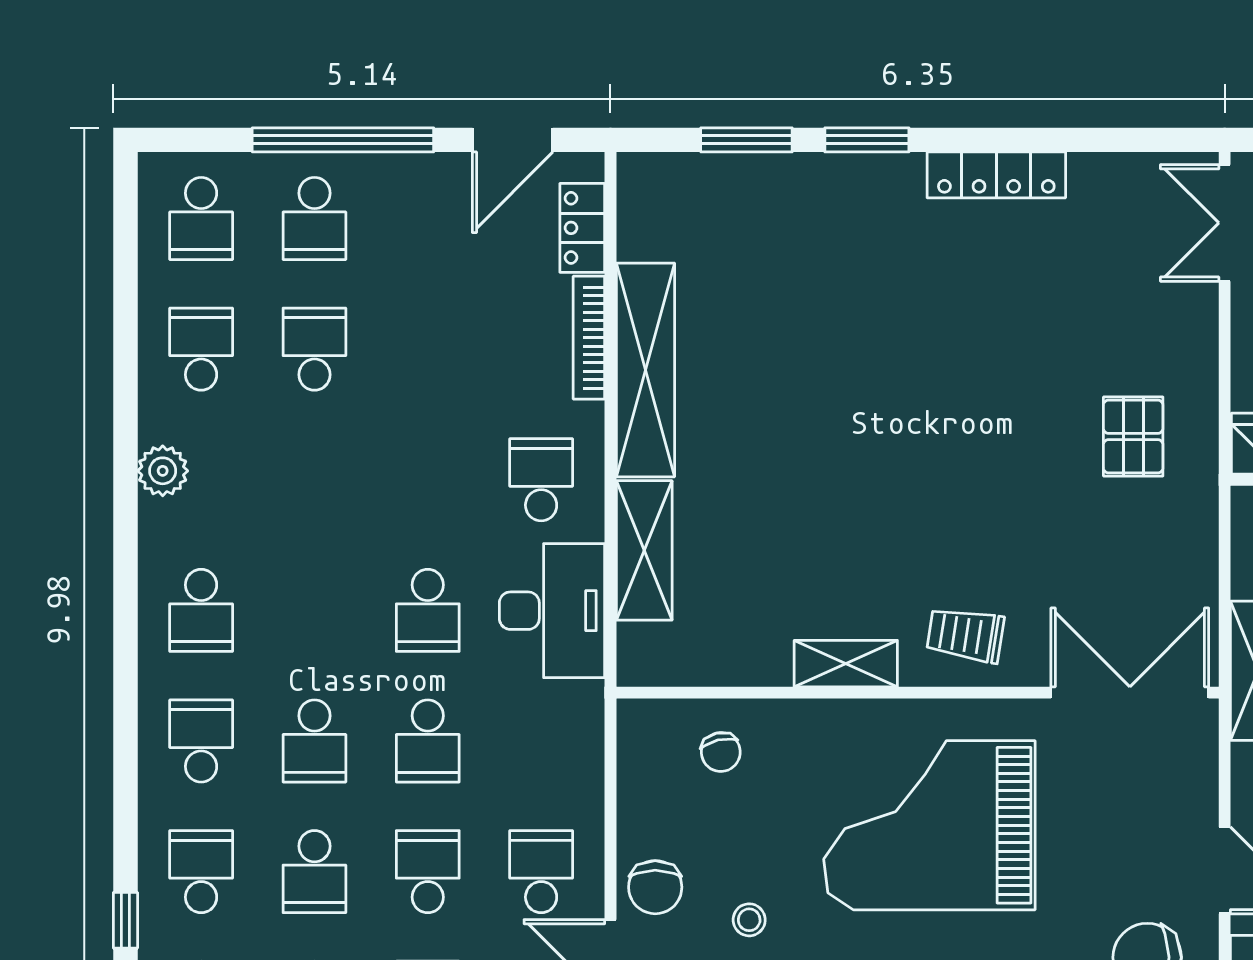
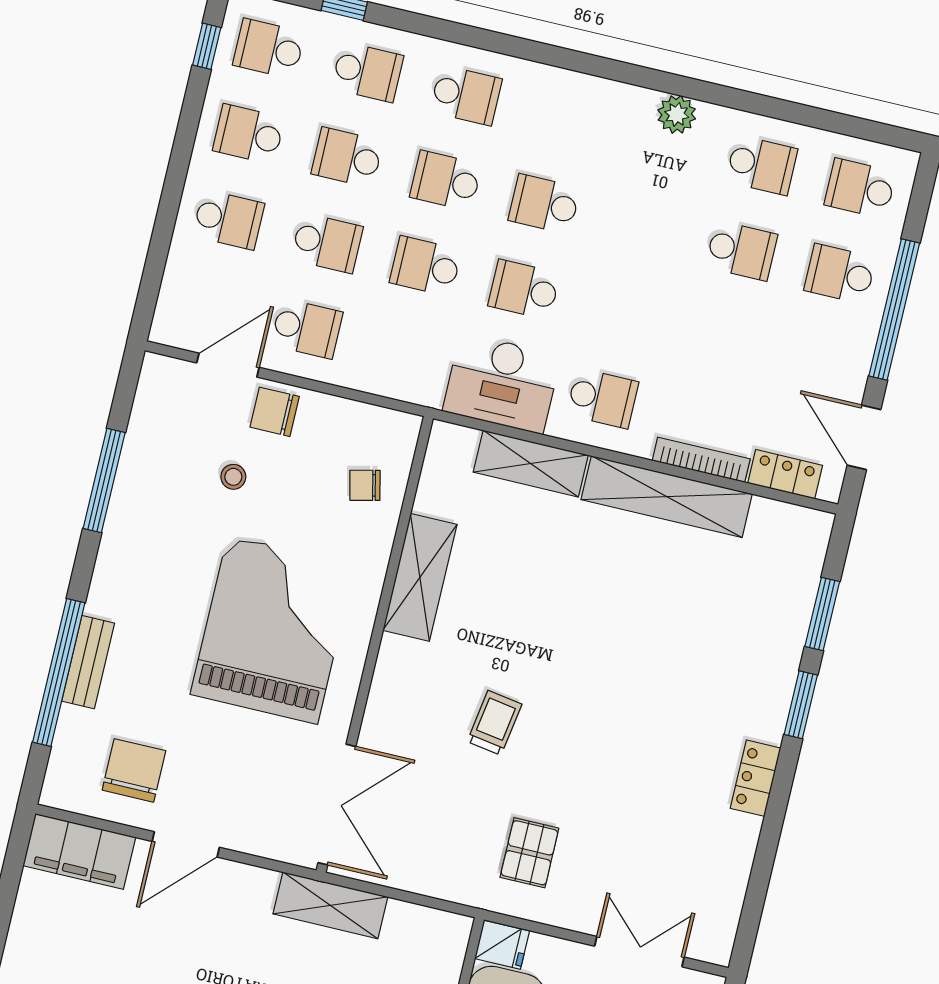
locker: (996, 175) -> (756, 778), width x0.66
double door: (1225, 223) -> (639, 952), moved
pallet: (1133, 437) -> (529, 853), turned 90
school desk: (201, 610) -> (544, 204), moved
trolley: (965, 635) -> (494, 723), moved
shelving: (846, 664) -> (420, 577), width x1.50, depth x1.33

